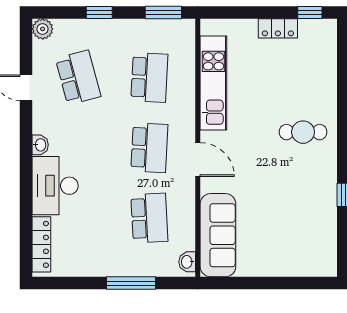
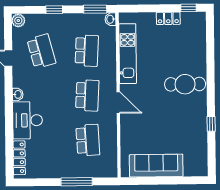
cafe table: (303, 132) -> (185, 84), width x1.37, depth x1.35
sofa: (218, 235) -> (156, 166), moved, turned -90
washbasin: (187, 262) -> (110, 19), moved

